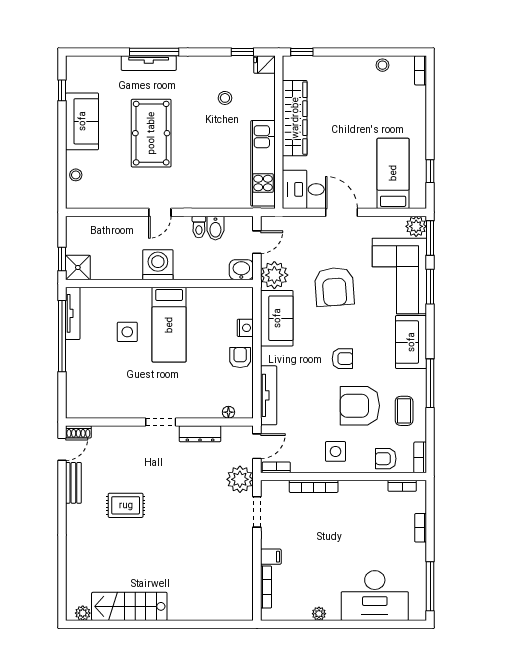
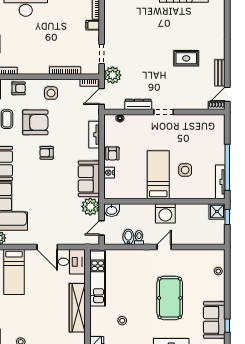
sofa: (82, 121) -> (214, 320), moved
armchair: (334, 287) -> (52, 199), removed
tv unit: (269, 395) -> (94, 135), width x0.71

